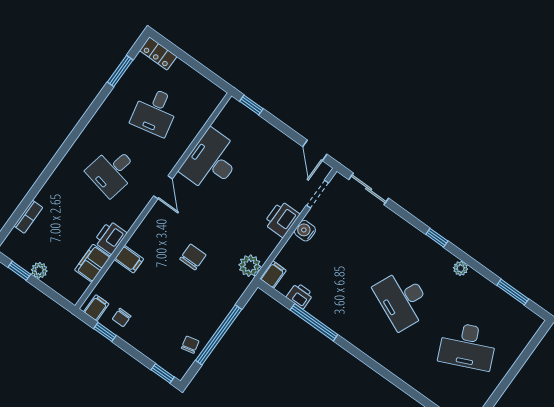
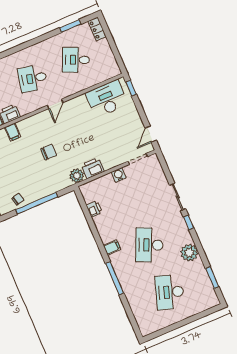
desk: (155, 112) -> (76, 60), turned 36
desk: (211, 161) -> (107, 99), moved
sliding door: (369, 189) -> (178, 197), moved
printer: (282, 219) -> (93, 168), moved
plant: (461, 268) -> (189, 253), width x1.87, depth x1.87
filing cabinet: (273, 274) -> (112, 247), moved
window: (314, 322) -> (115, 278), moved
desk: (468, 346) -> (170, 292), turned 42

